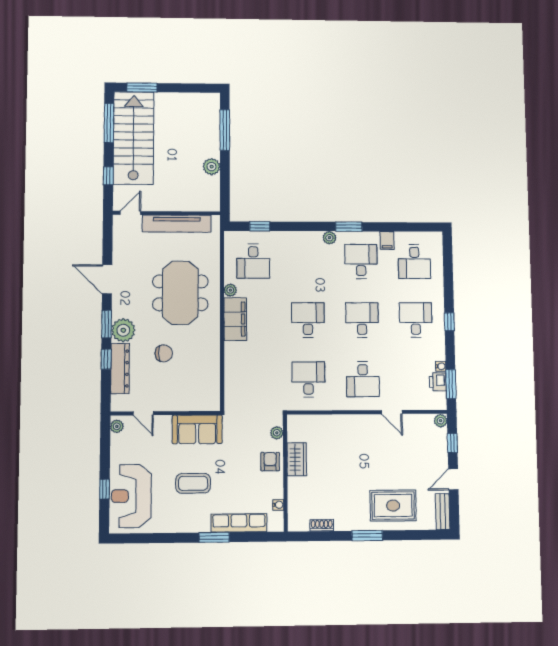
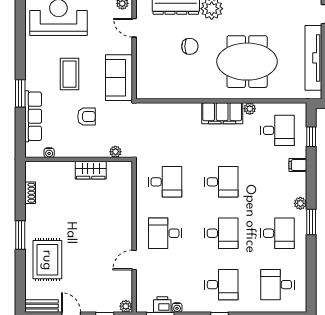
filing cabinet: (387, 240) -> (298, 165), moved
desk: (253, 261) -> (277, 130), turned 180
chair: (164, 353) -> (190, 46), turned -89
door: (143, 413) -> (134, 28), hinge flipped
armchair: (270, 462) -> (86, 117), moved

